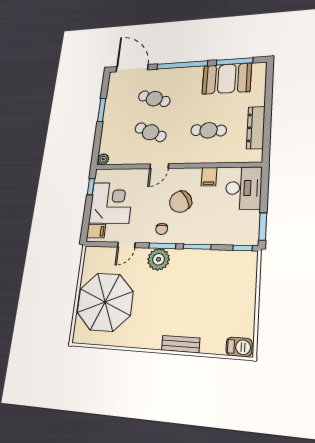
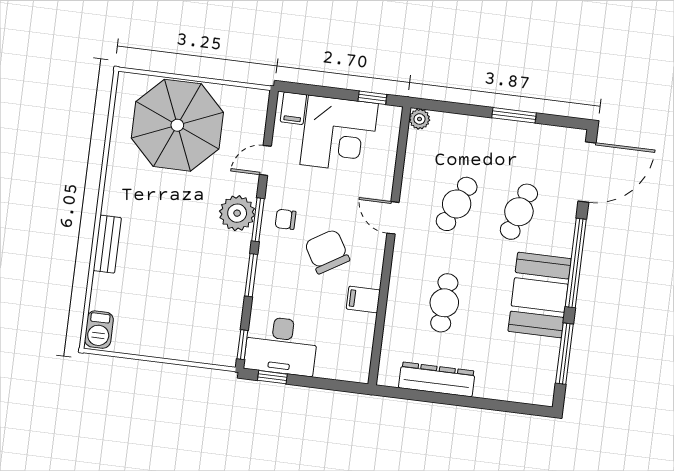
booth: (227, 79) -> (540, 295), moved
desk: (243, 188) -> (281, 346), moved
window: (263, 227) -> (272, 377), width x0.67
door: (126, 245) -> (265, 160), hinge flipped

